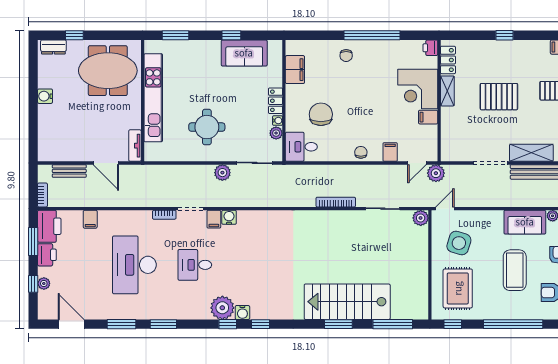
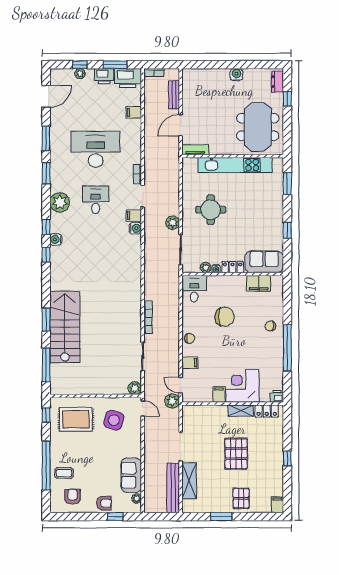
sofa: (244, 53) -> (264, 262), moved, turned 90
chair: (321, 114) -> (225, 317), moved
coffee table: (515, 270) -> (64, 473), moved, width x0.54, depth x0.58
plant: (222, 308) -> (60, 202), moved

